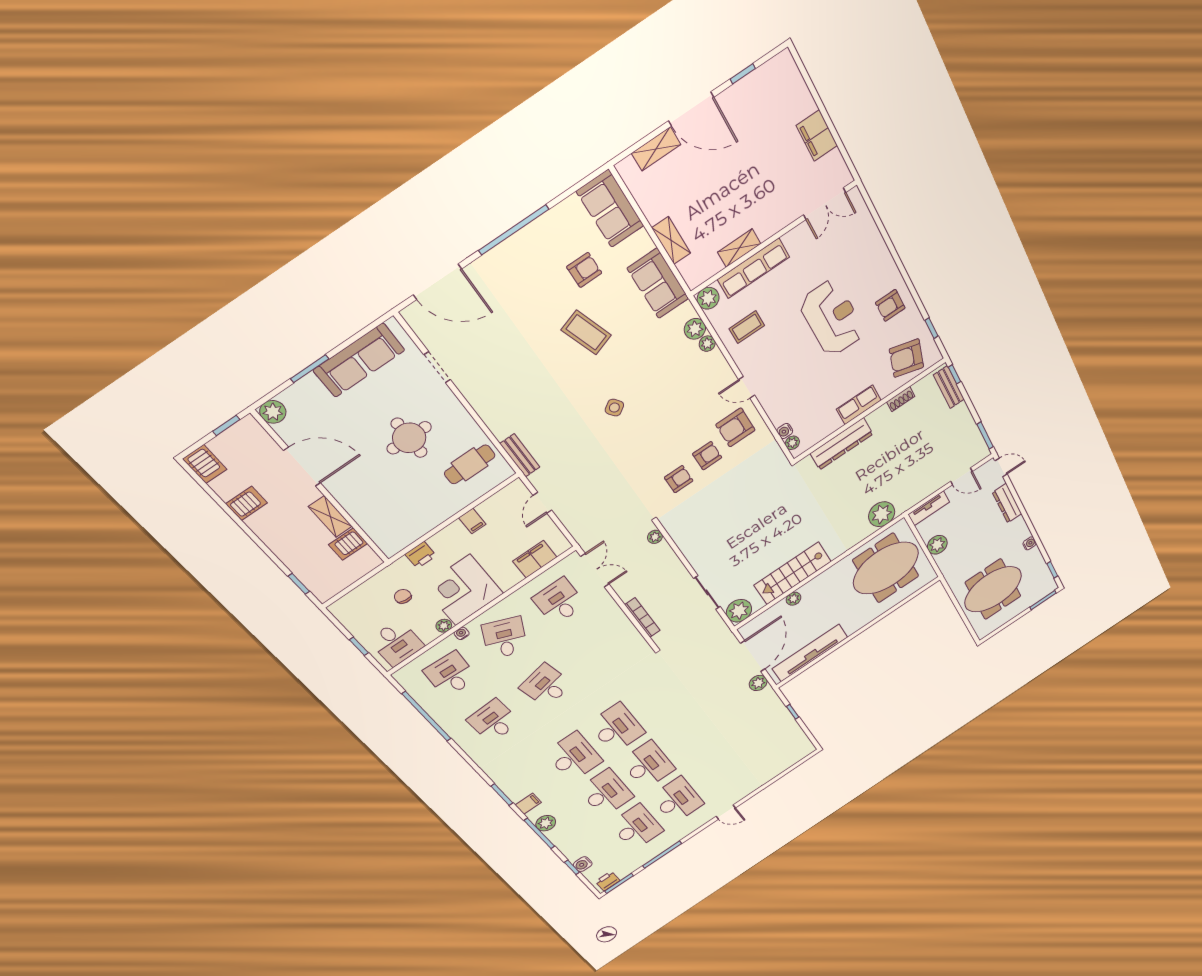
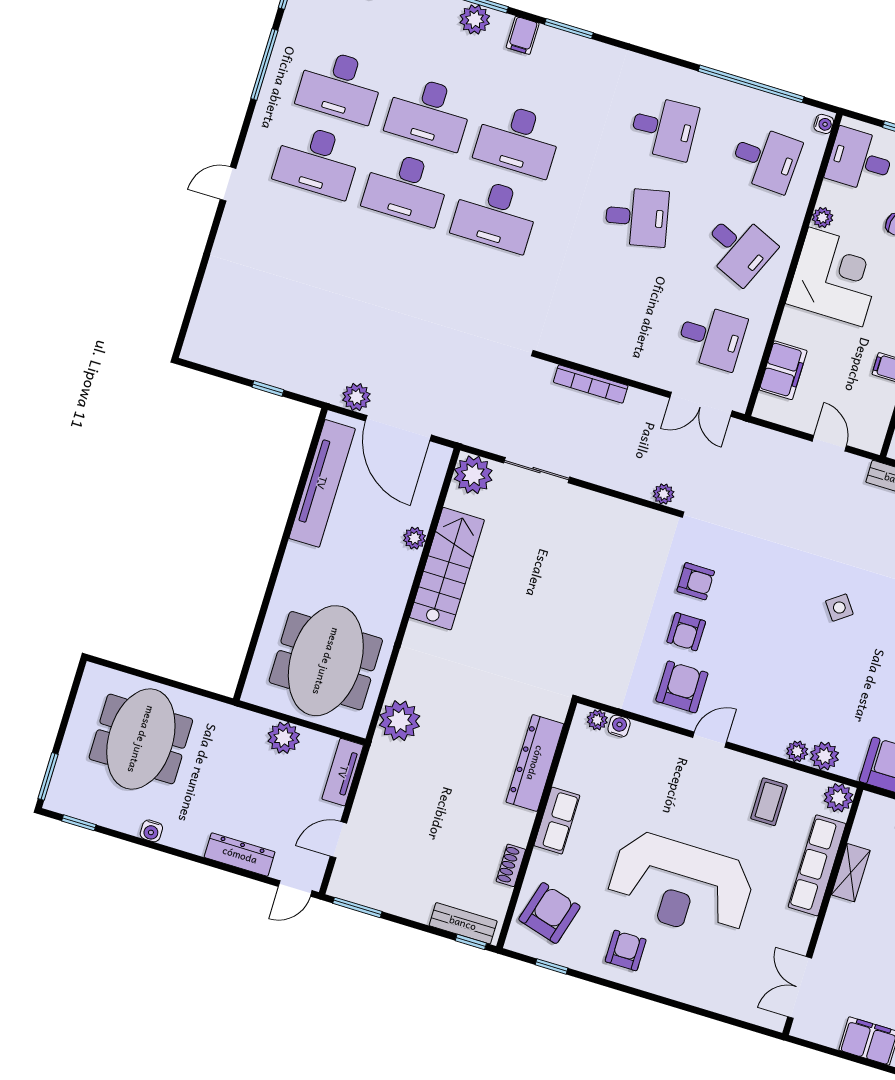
reception desk: (832, 318) -> (681, 885), width x1.36, depth x1.30
armchair: (679, 479) -> (696, 581), turned -90
water cooler: (462, 633) -> (824, 124), moved

